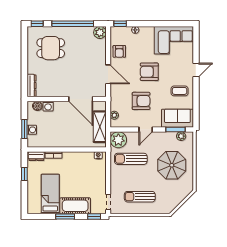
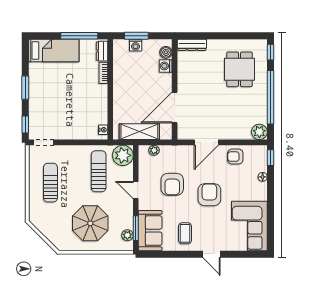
window: (24, 174) -> (79, 36), width x2.17
bed: (50, 194) -> (54, 51), moved
cot: (75, 206) -> (39, 100), removed

